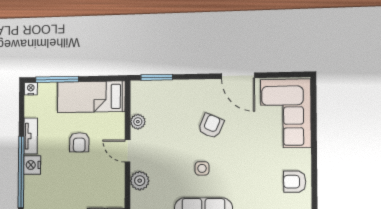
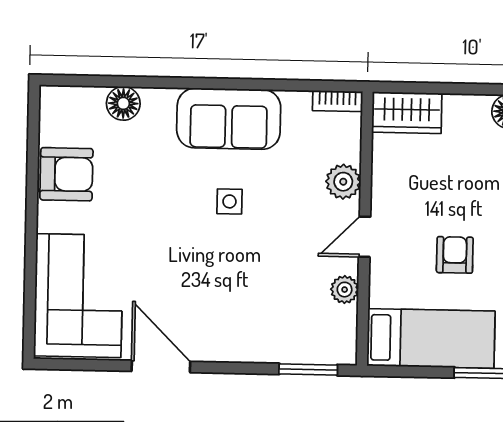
armchair: (211, 126) -> (211, 277), removed
door: (128, 151) -> (365, 237), swing flipped
armchair: (295, 182) -> (66, 174), width x1.38, depth x1.38

